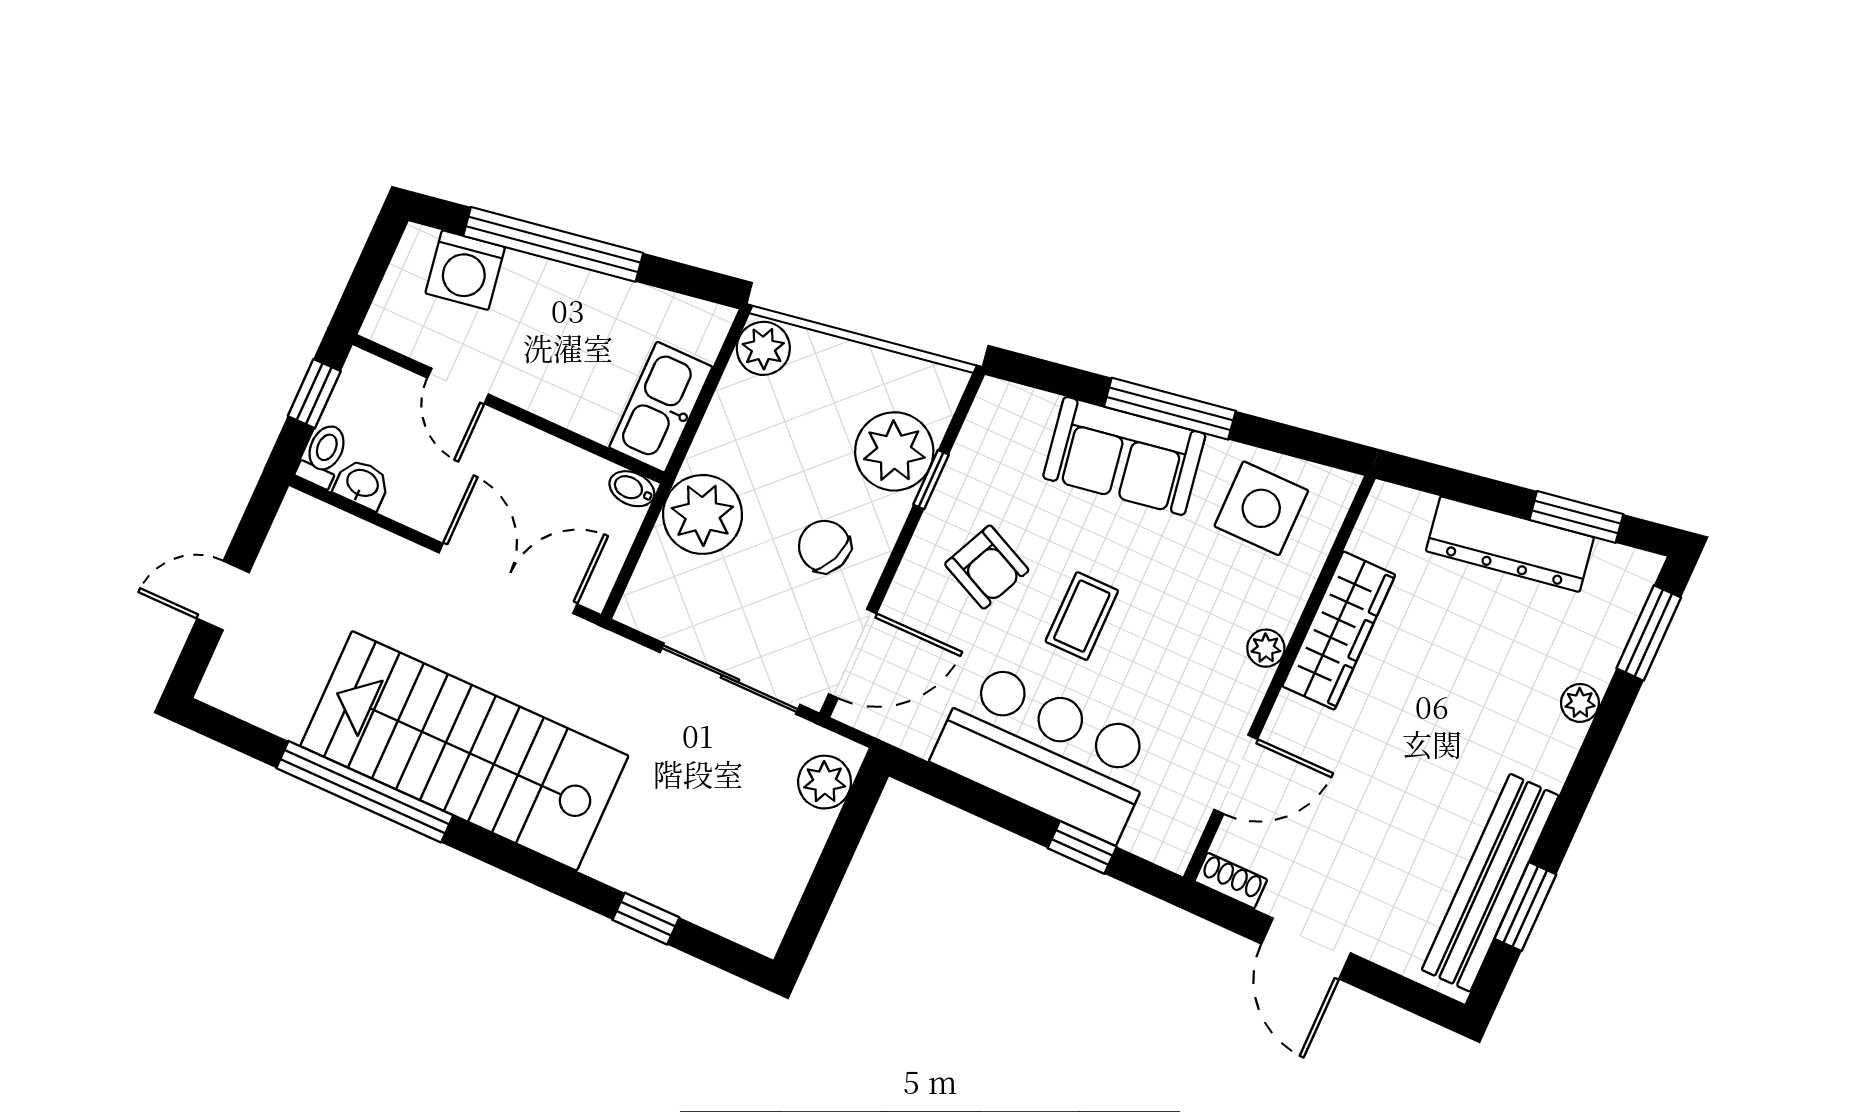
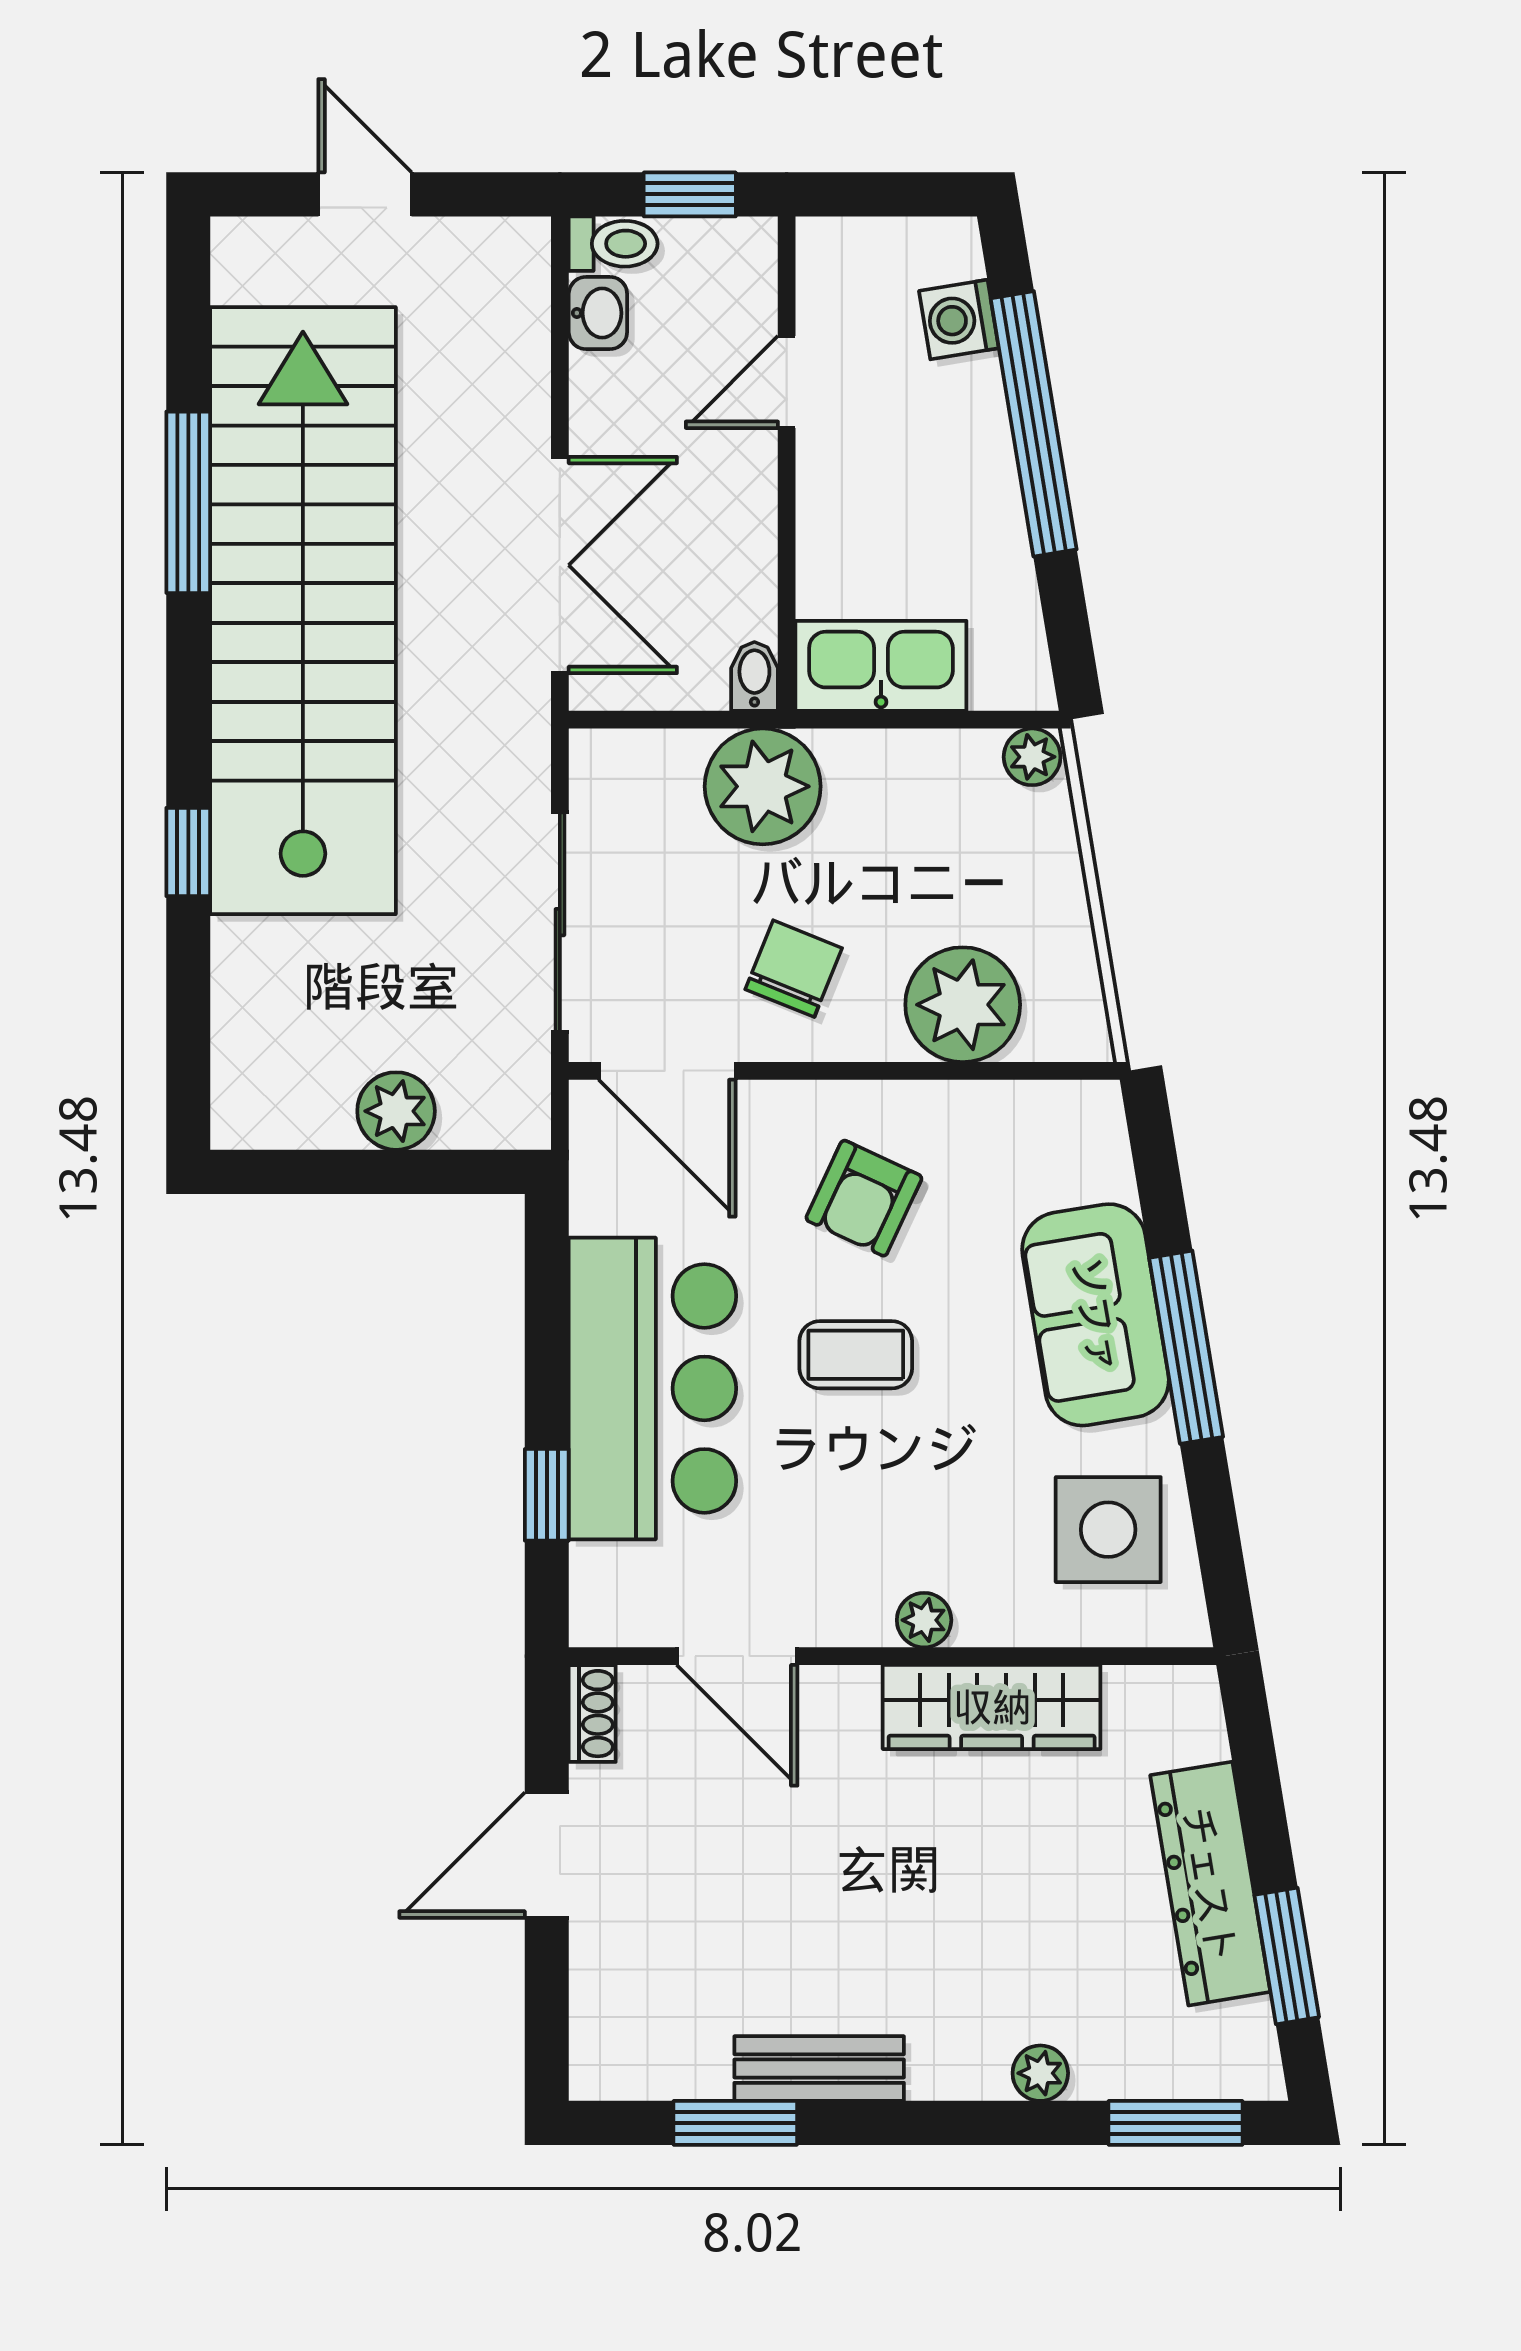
washing machine: (465, 270) -> (959, 320), width x0.73, depth x0.73
plant: (763, 348) -> (1032, 757), width x0.73, depth x0.73
window: (931, 480) -> (947, 1071), removed
stairs: (464, 751) -> (303, 611), width x1.36
plant: (825, 782) -> (396, 1111), moved
window: (365, 792) -> (188, 502), width x0.68
bench: (1490, 883) -> (819, 2069), width x0.54, depth x0.82
window: (646, 919) -> (188, 852), moved

